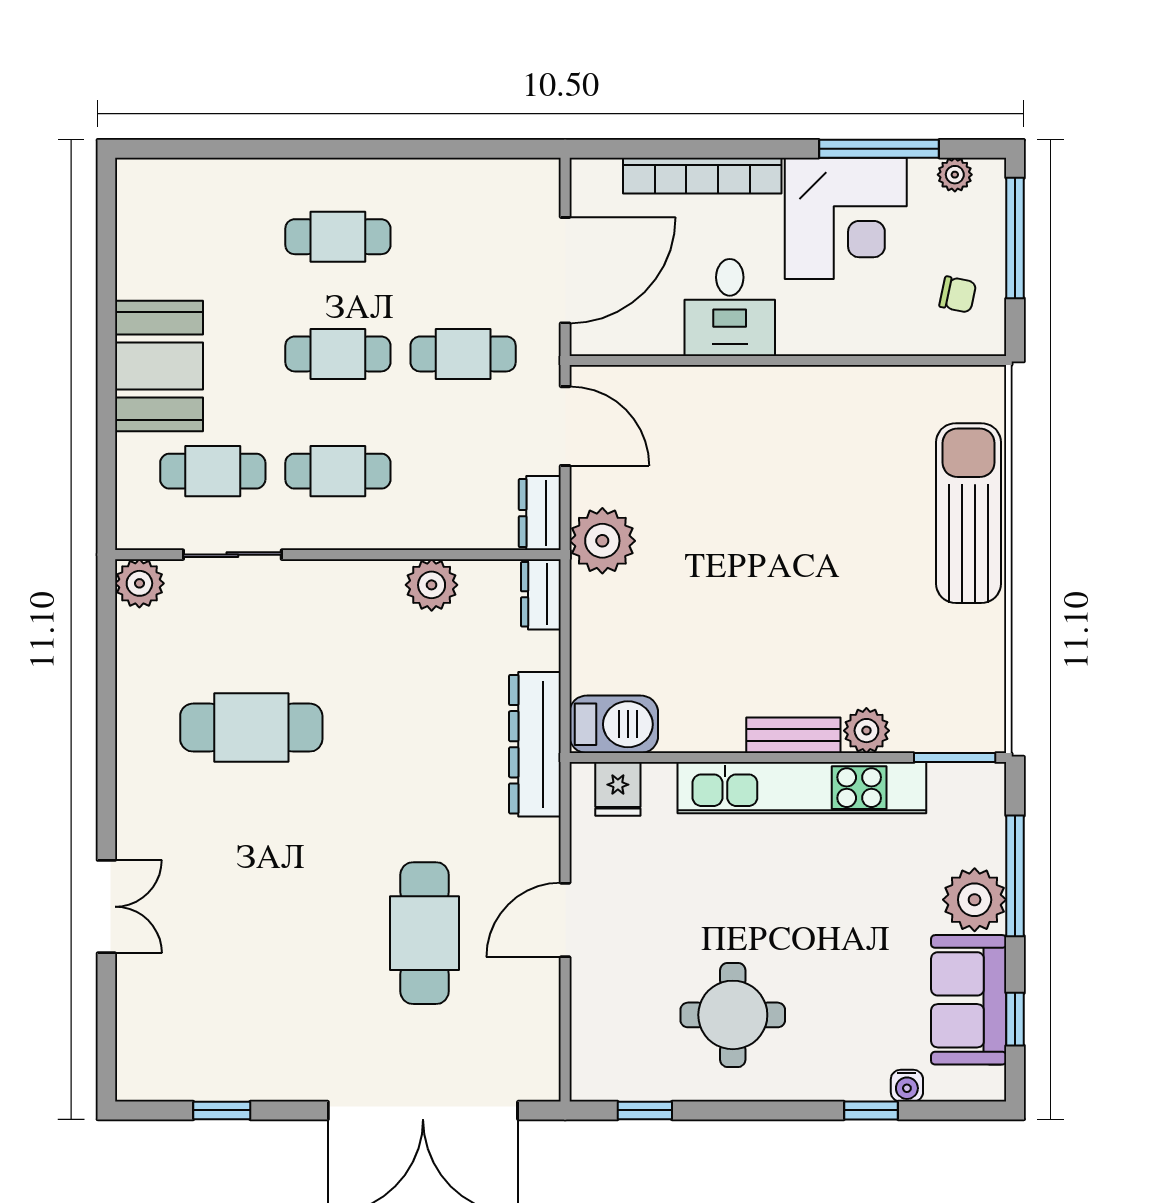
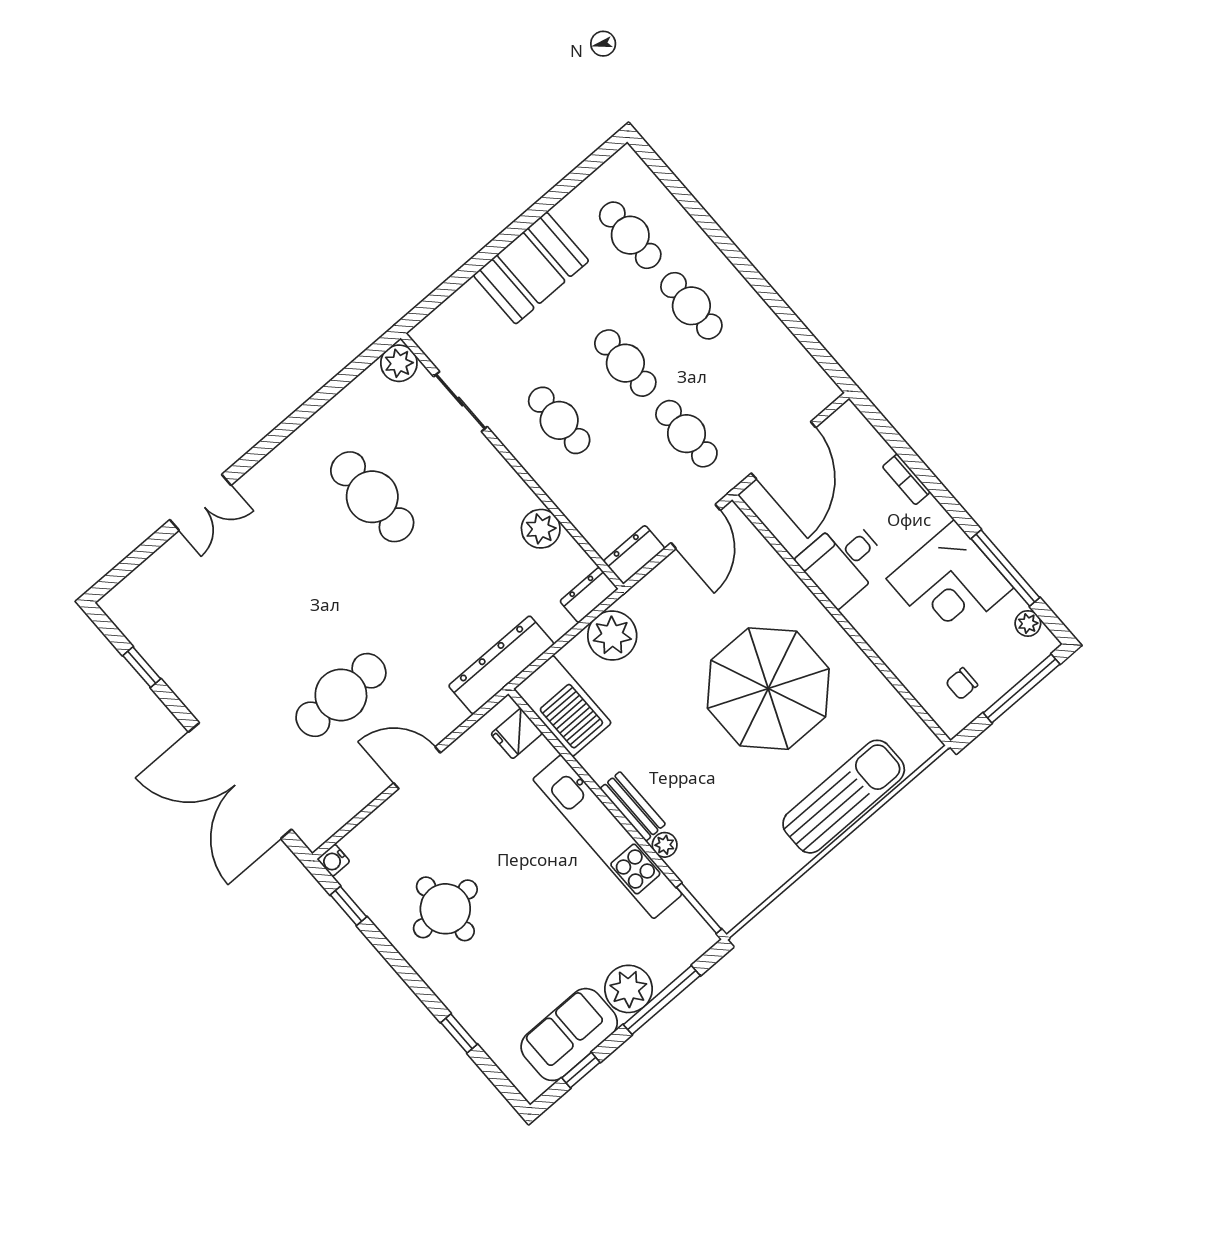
bookcase: (702, 176) -> (906, 479), width x0.43, depth x0.76
door: (565, 270) -> (784, 450), hinge flipped
chair: (958, 295) -> (962, 684), turned 78
cafe table: (213, 471) -> (630, 235), moved
parasol: (793, 495) -> (768, 689), added
plant: (602, 541) -> (612, 636), moved
barbecue: (614, 724) -> (563, 706), width x1.37, depth x1.21
plant: (866, 731) -> (665, 845), width x0.73, depth x0.73
water cooler: (907, 1086) -> (333, 860), moved

